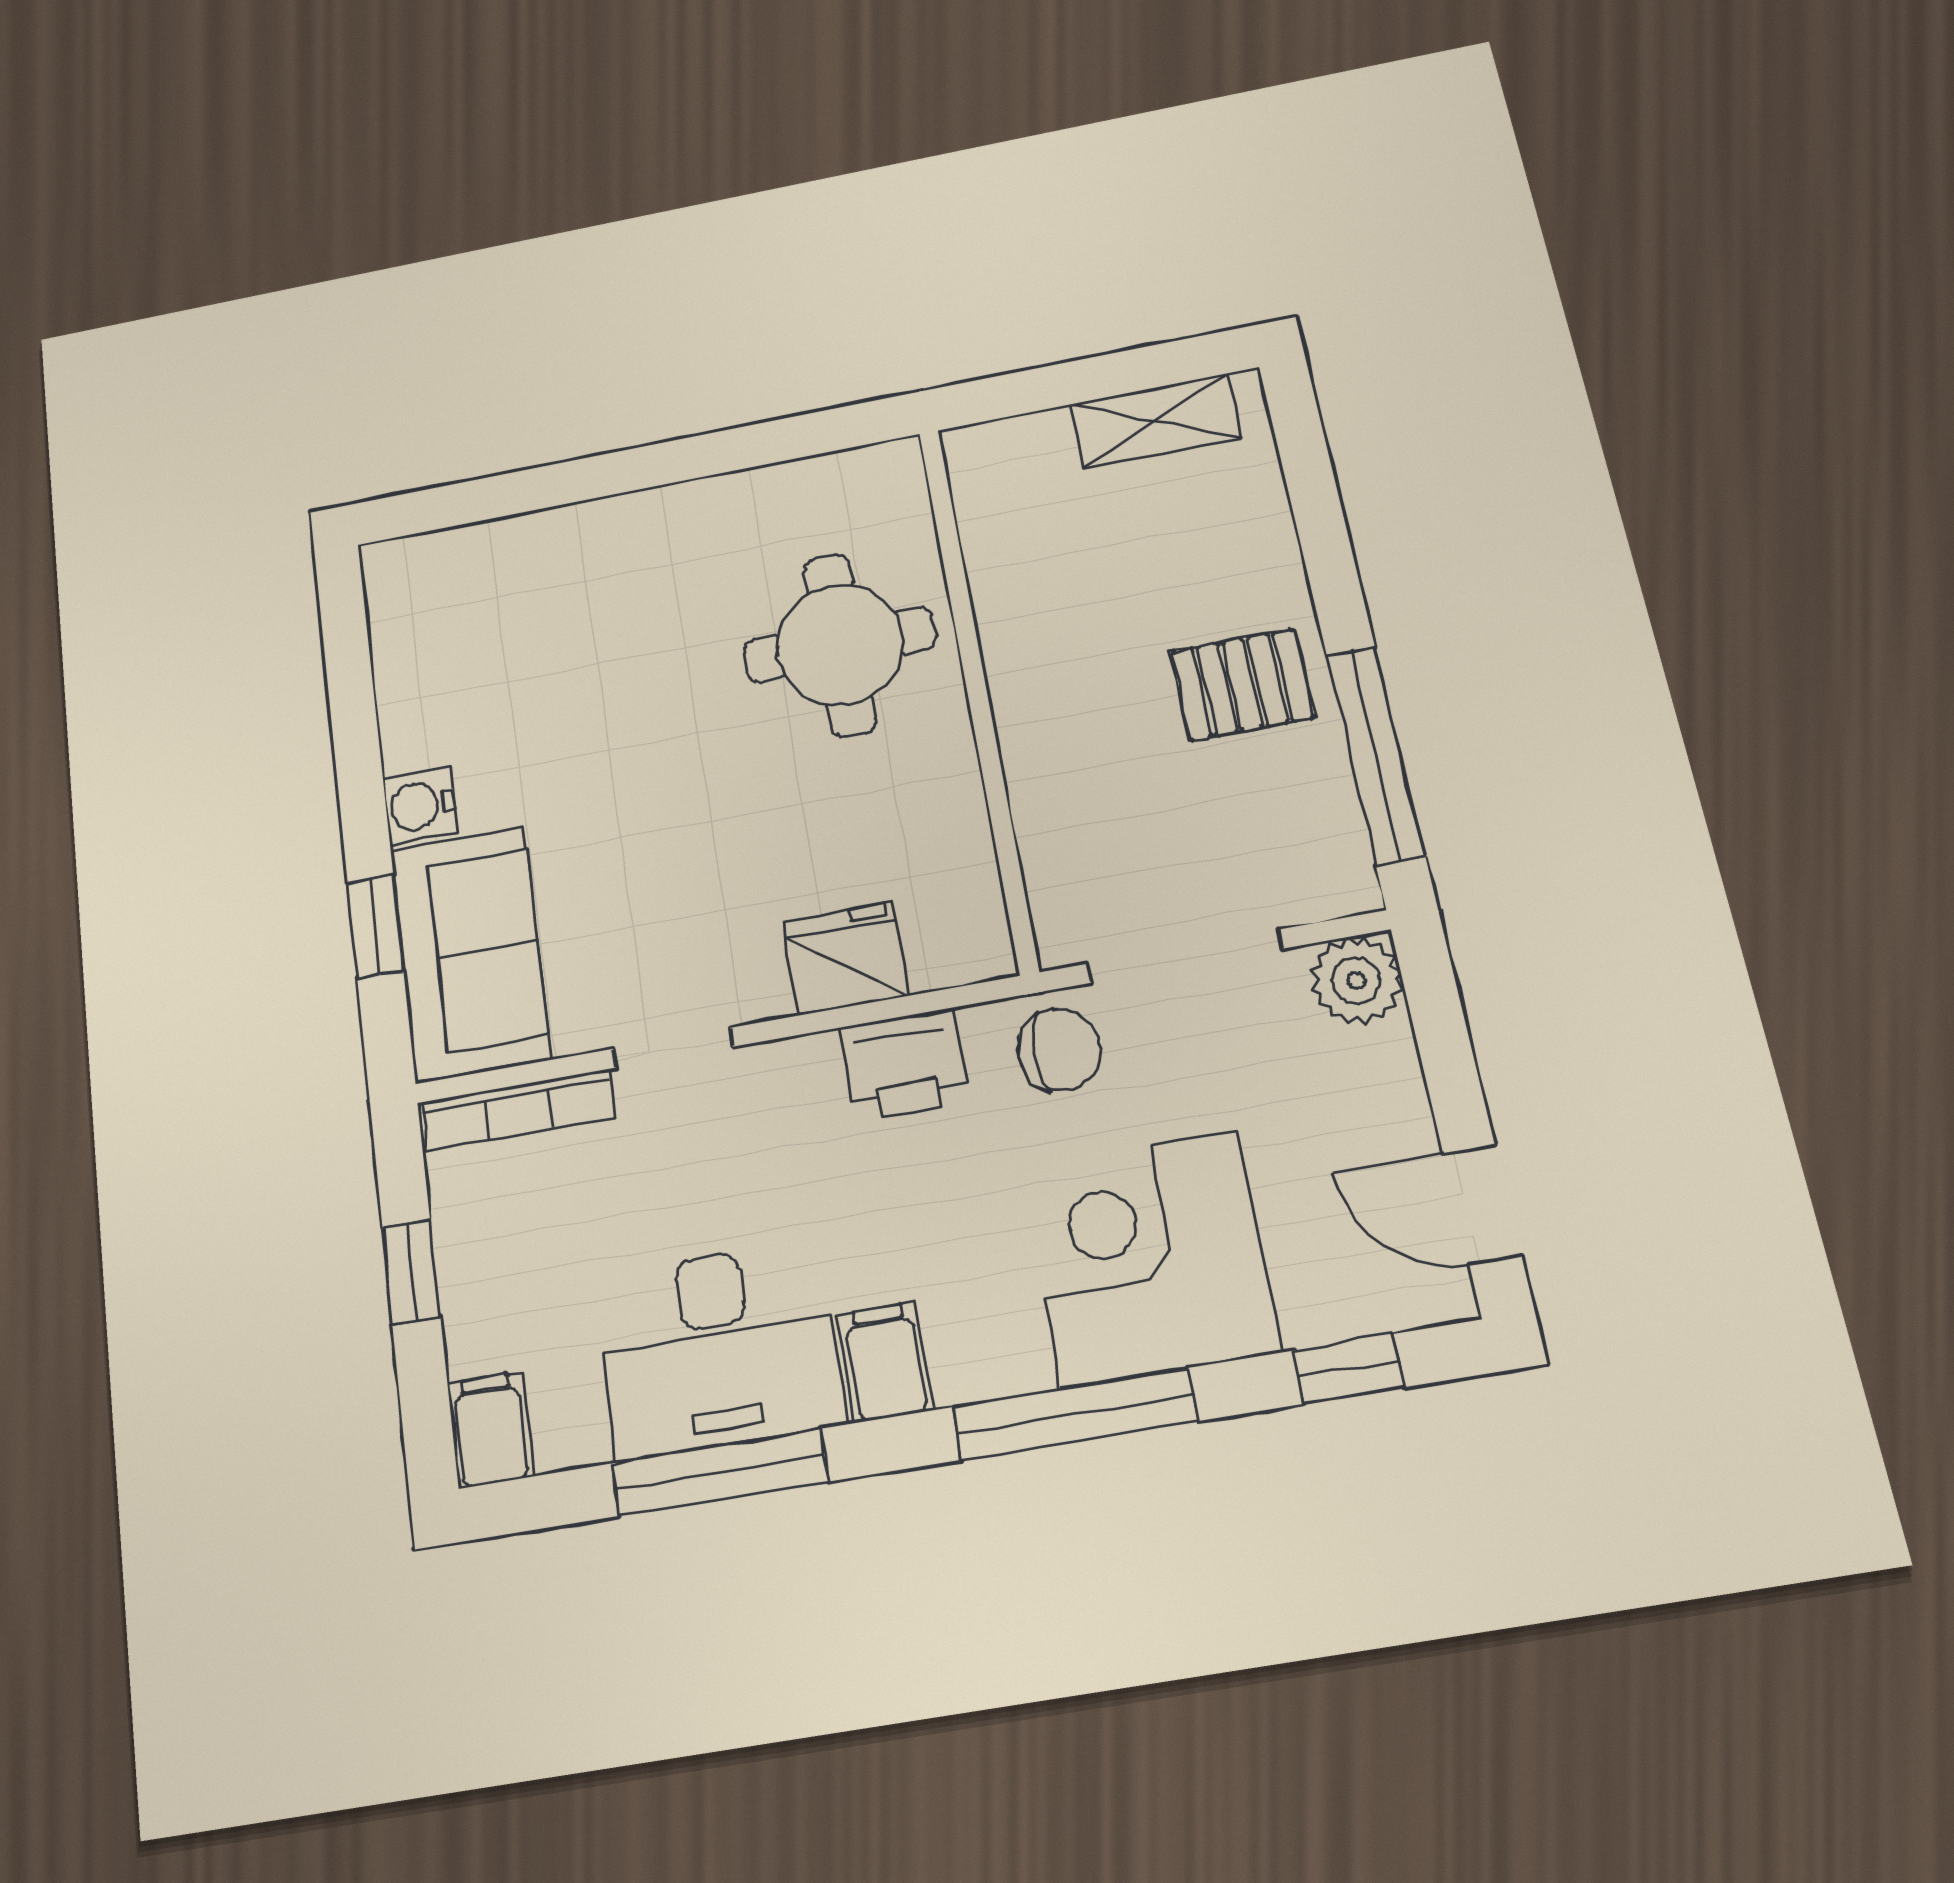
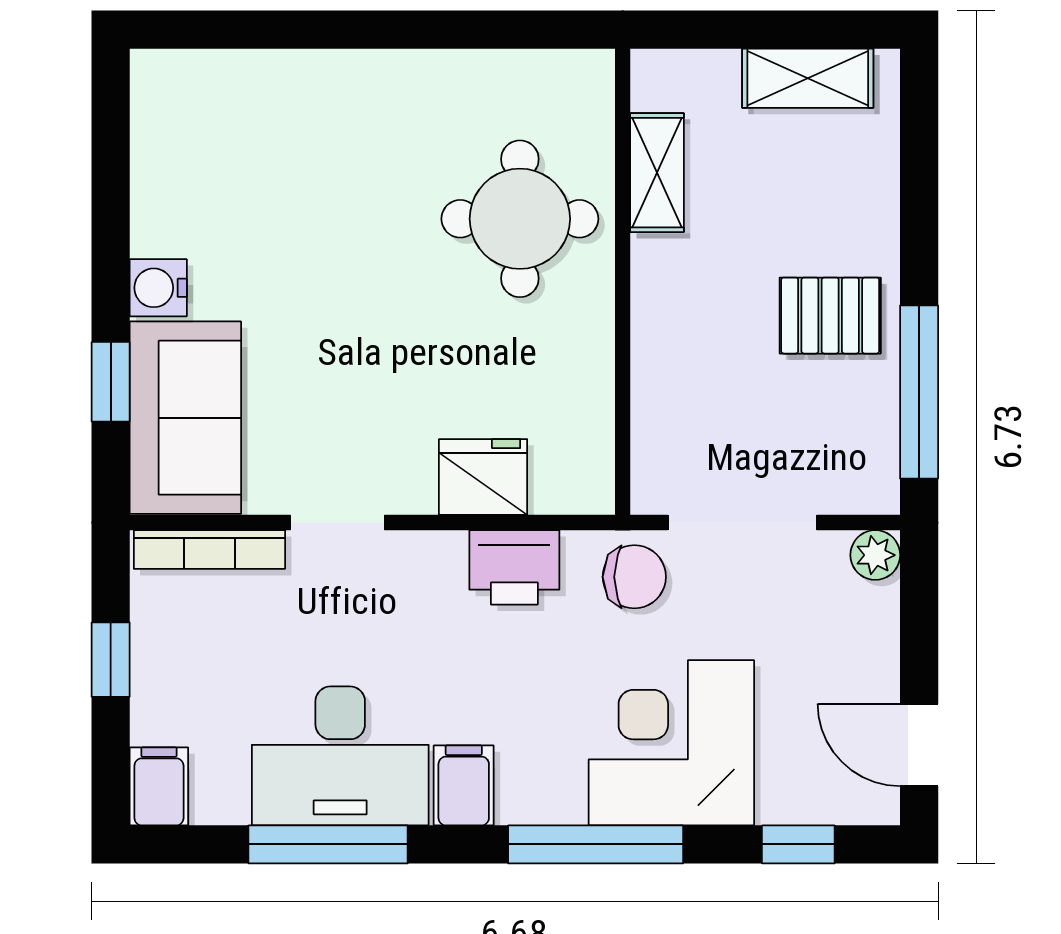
shelving: (995, 561) -> (657, 173), added
plant: (1356, 980) -> (875, 555), width x0.73, depth x0.73

